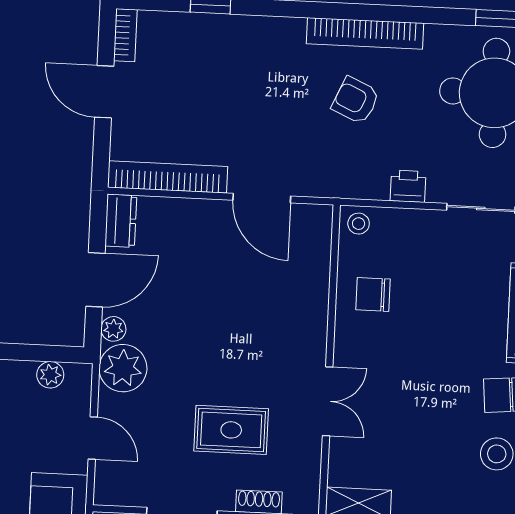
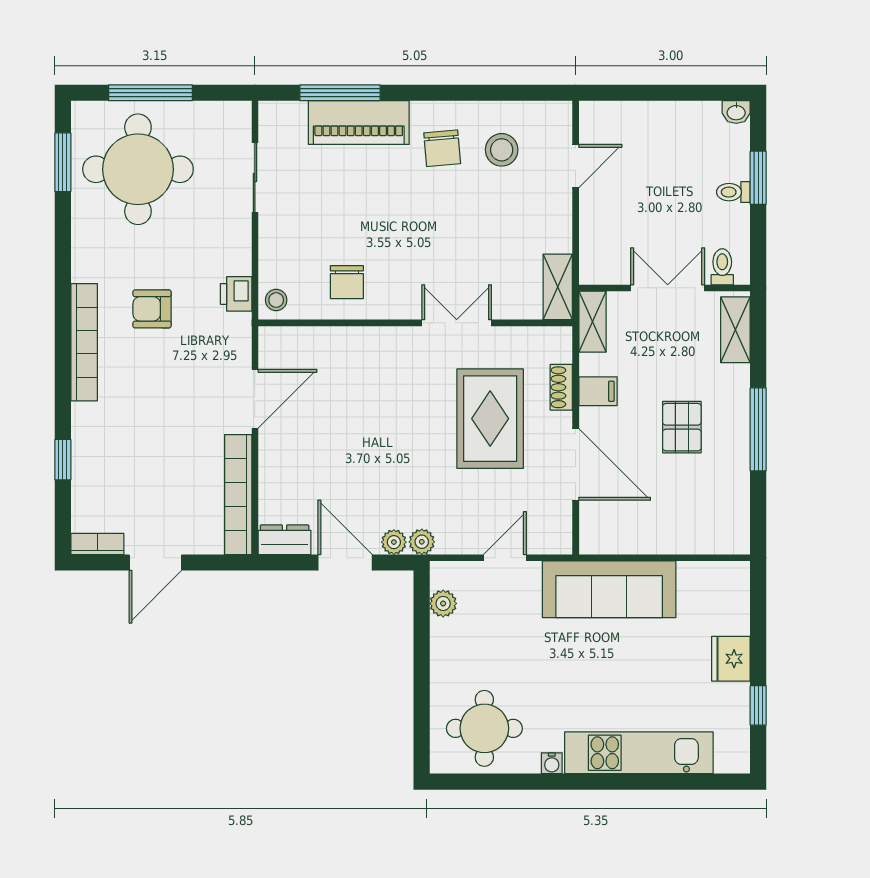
bookcase: (365, 33) -> (84, 342), moved
armchair: (356, 100) -> (152, 309), turned 66
printer: (408, 186) -> (236, 294), moved
plant: (123, 368) -> (422, 542), width x0.53, depth x0.53
rug: (231, 430) -> (490, 419), width x1.36, depth x1.43

